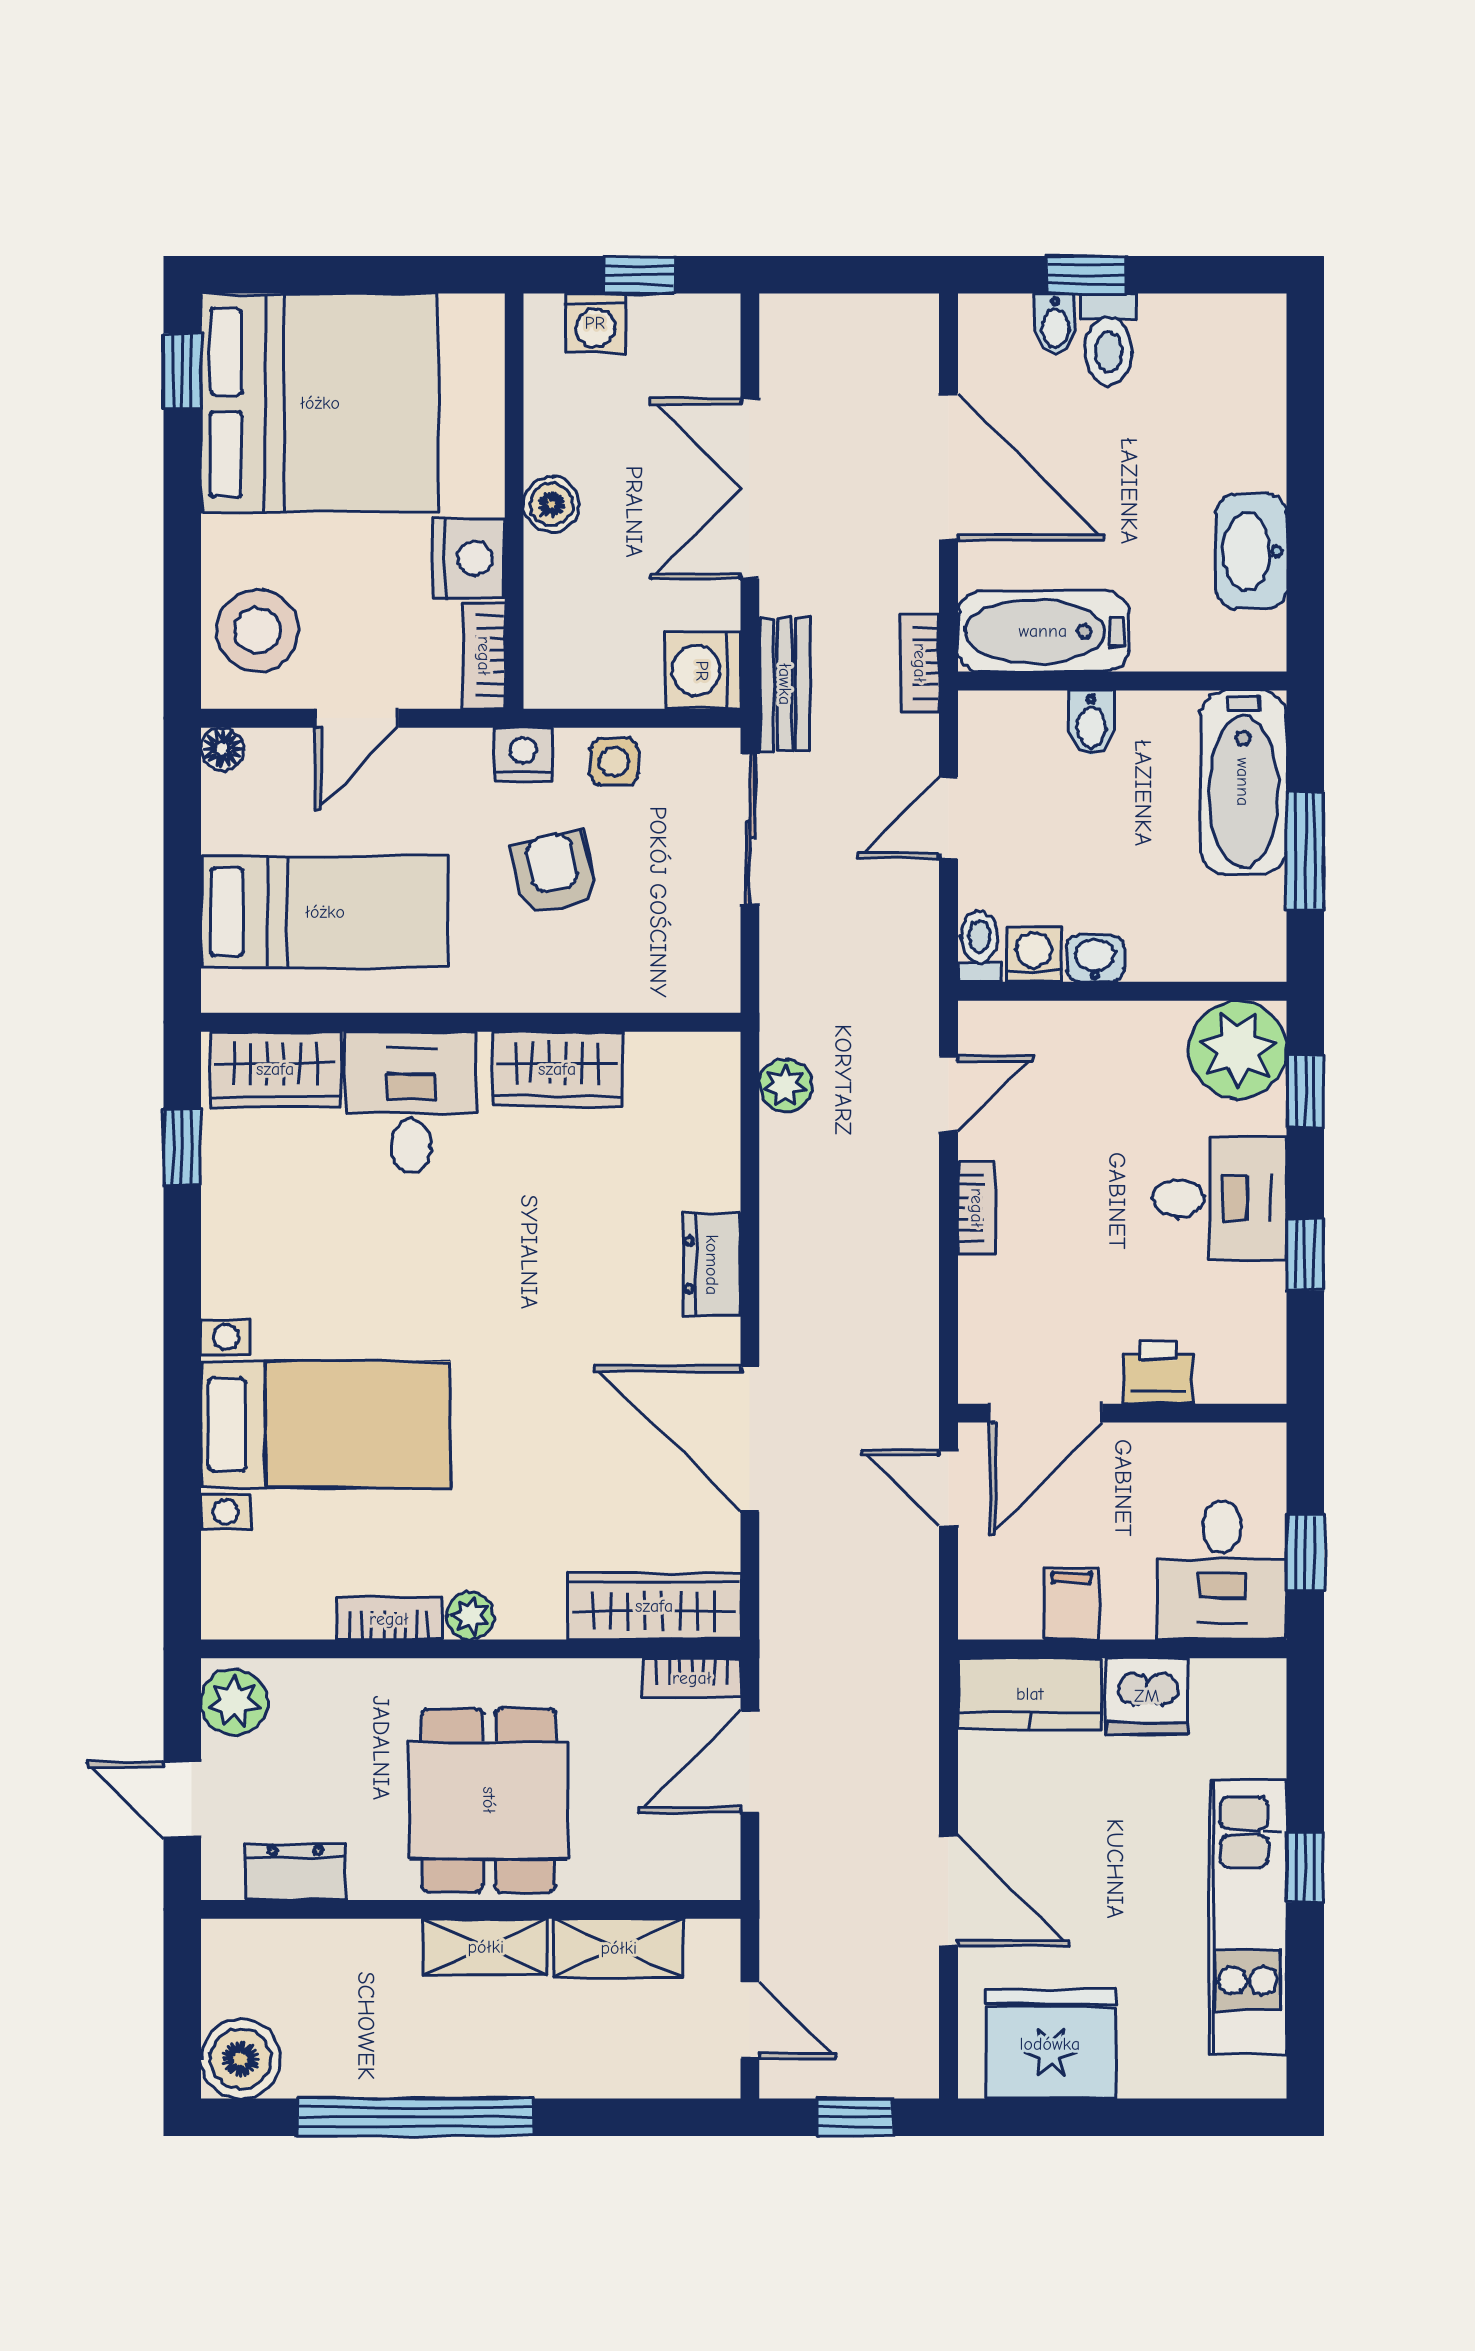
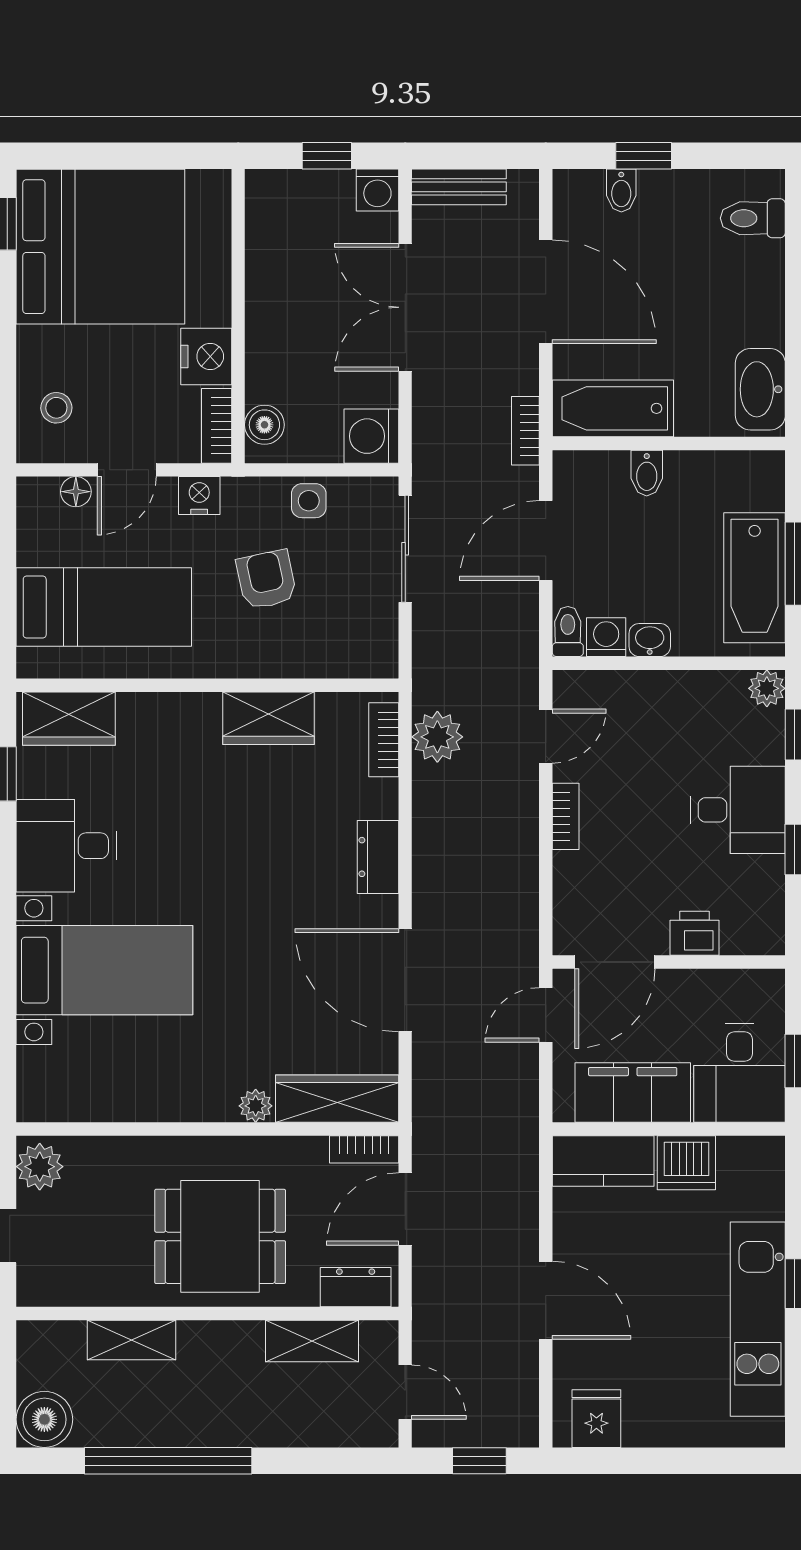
washing machine: (595, 323) -> (377, 190), moved
toilet: (1109, 339) -> (753, 218), moved, turned 90
boiler: (551, 504) -> (264, 425), moved
washbasin: (1251, 551) -> (760, 389), moved
stool: (258, 631) -> (56, 408), width x0.53, depth x0.53
bench: (785, 684) -> (459, 187), moved, turned 90
floor lamp: (222, 749) -> (76, 492), moved
nightstand: (523, 754) -> (199, 496), moved
bathtub: (1243, 782) -> (755, 578), moved
door: (948, 818) -> (546, 540), width x1.38
plant: (1238, 1049) -> (767, 688), width x0.53, depth x0.53
plant: (786, 1085) -> (437, 737), width x1.38, depth x1.38
desk: (411, 1102) -> (66, 846), moved, turned -90
door: (948, 1488) -> (546, 1015), hinge flipped
filing cabinet: (1071, 1603) -> (633, 1093), width x3.00, depth x1.17
plant: (470, 1616) -> (256, 1106), moved
bookcase: (389, 1619) -> (384, 740), moved, turned -90
dining table: (489, 1800) -> (220, 1236), turned 90
dresser: (296, 1872) -> (356, 1287), moved
shelving: (486, 1947) -> (132, 1340), moved
fridge: (1050, 2044) -> (596, 1419), width x0.53, depth x0.75

